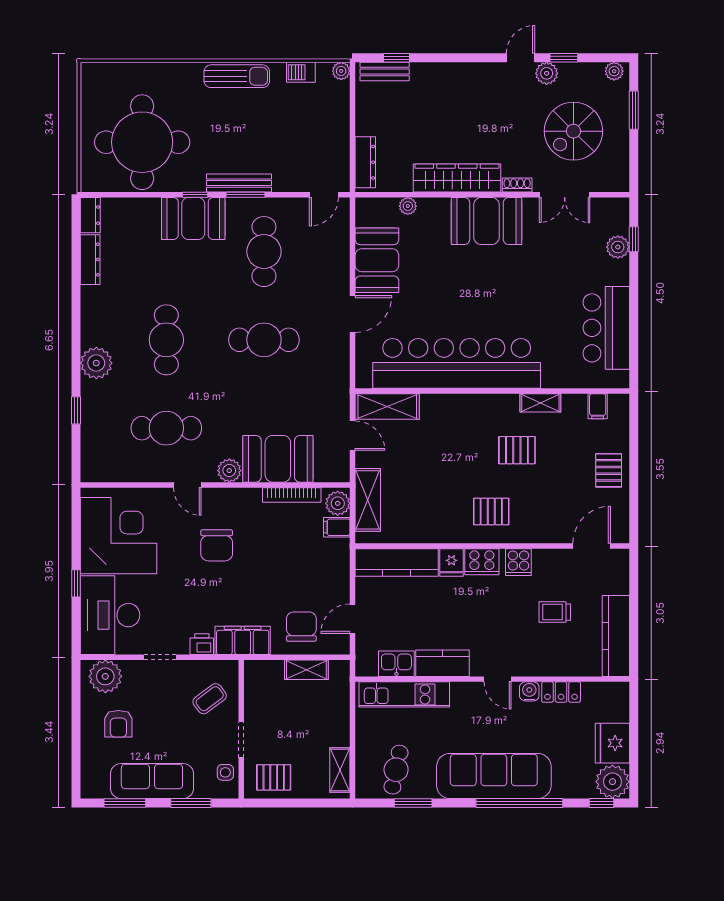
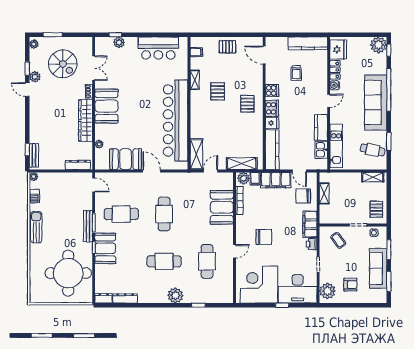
plant: (229, 471) -> (228, 231), removed
filing cabinet: (334, 570) -> (276, 180), added
fridge: (612, 743) -> (338, 49), moved, turned -90

